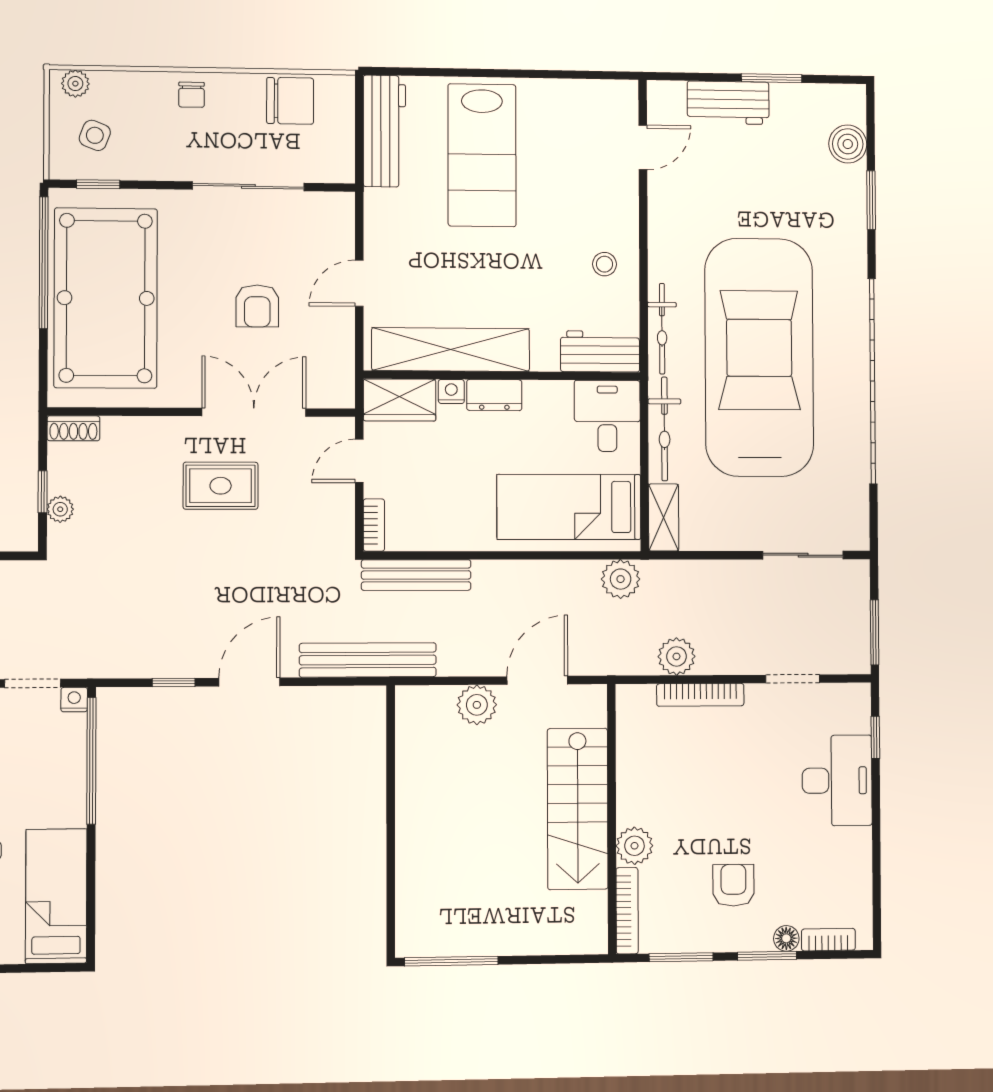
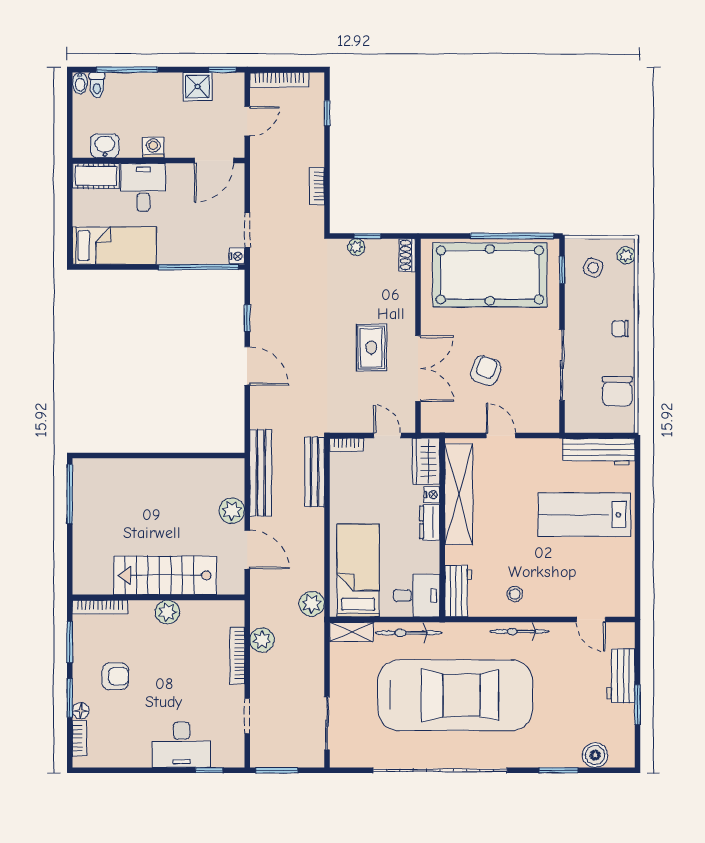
armchair: (257, 306) -> (486, 371), turned 109
bicycle: (662, 329) -> (519, 632), moved
bench: (368, 660) -> (261, 473), moved
plant: (634, 846) -> (167, 612), moved

